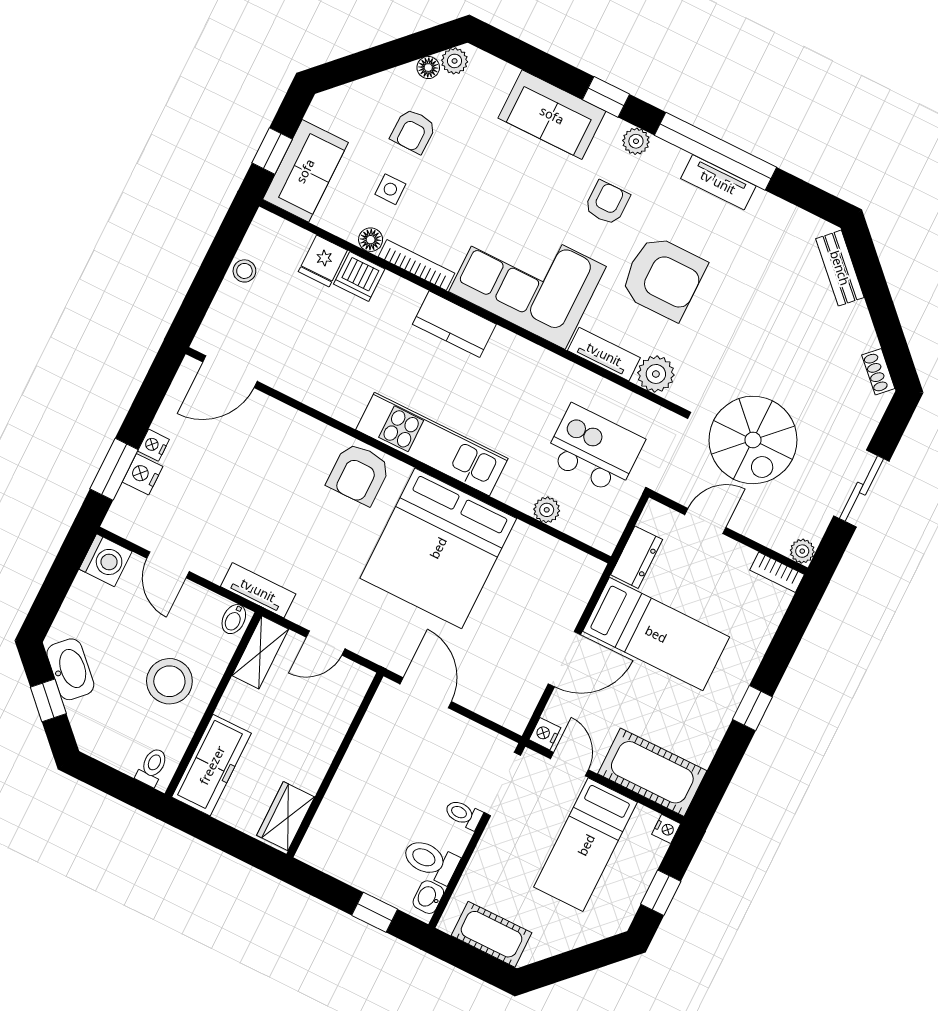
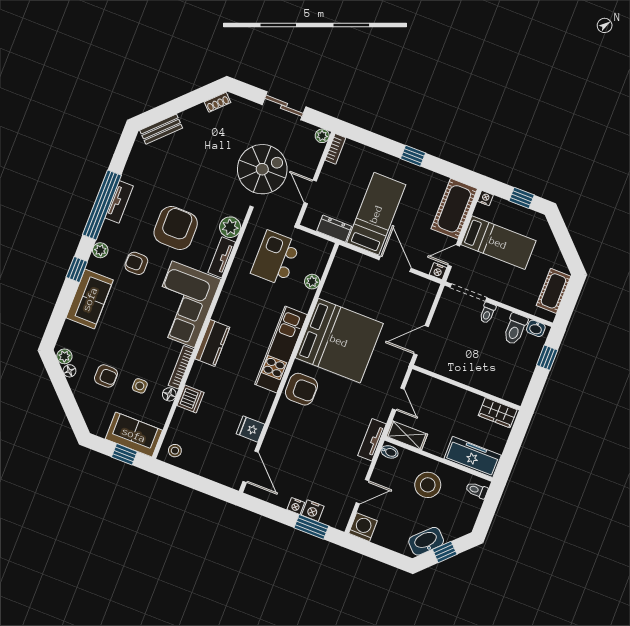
fridge: (323, 261) -> (250, 429), moved, turned 180
stool: (244, 271) -> (175, 451), moved

